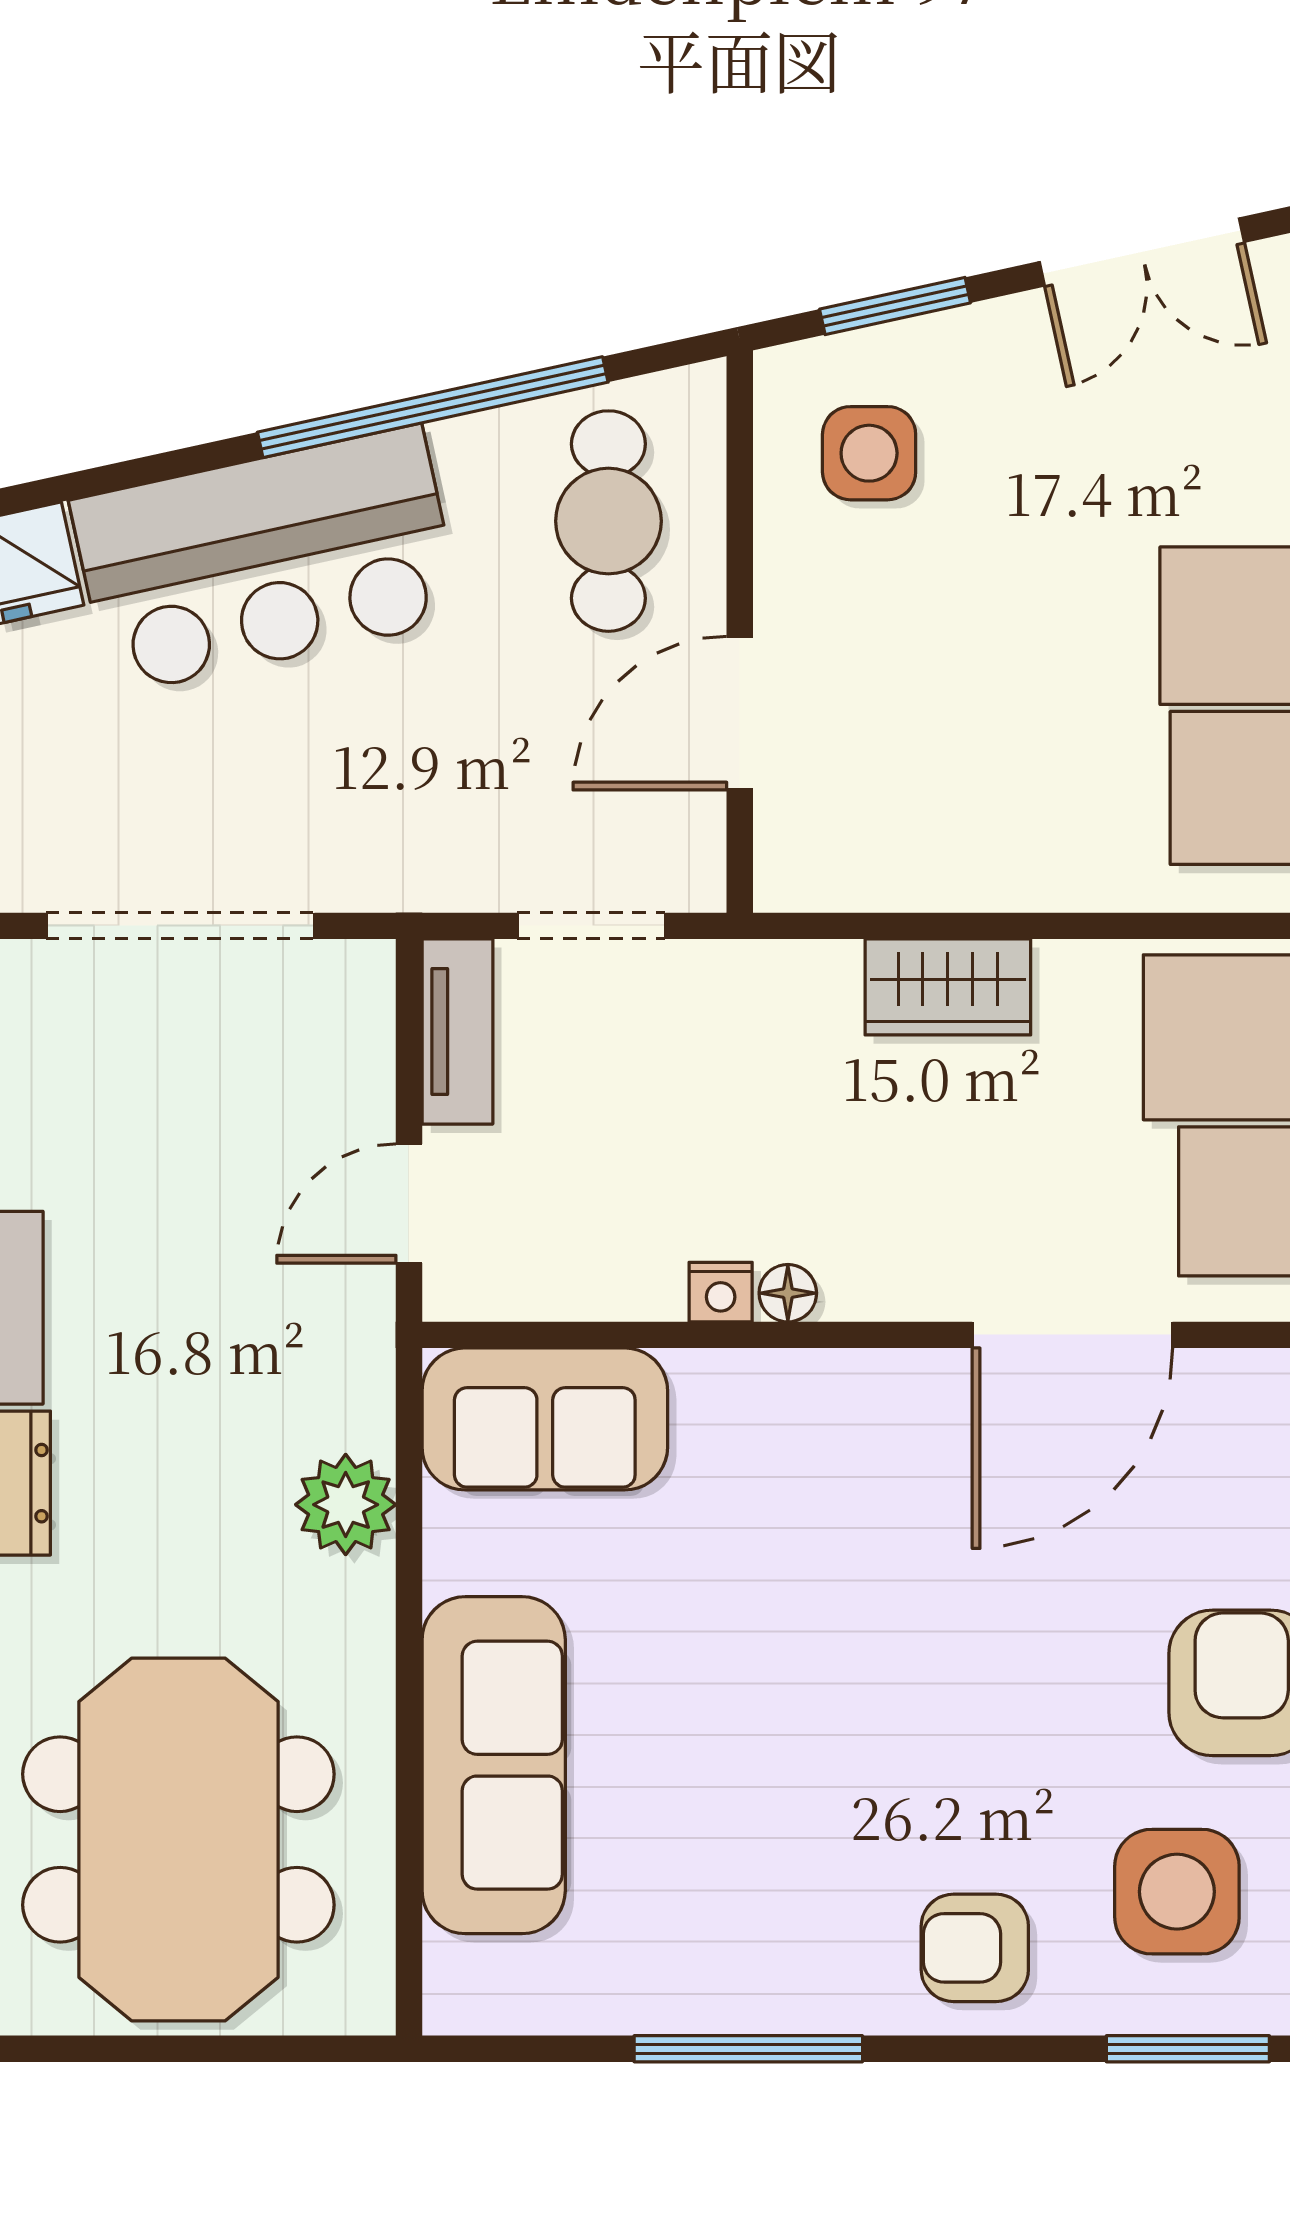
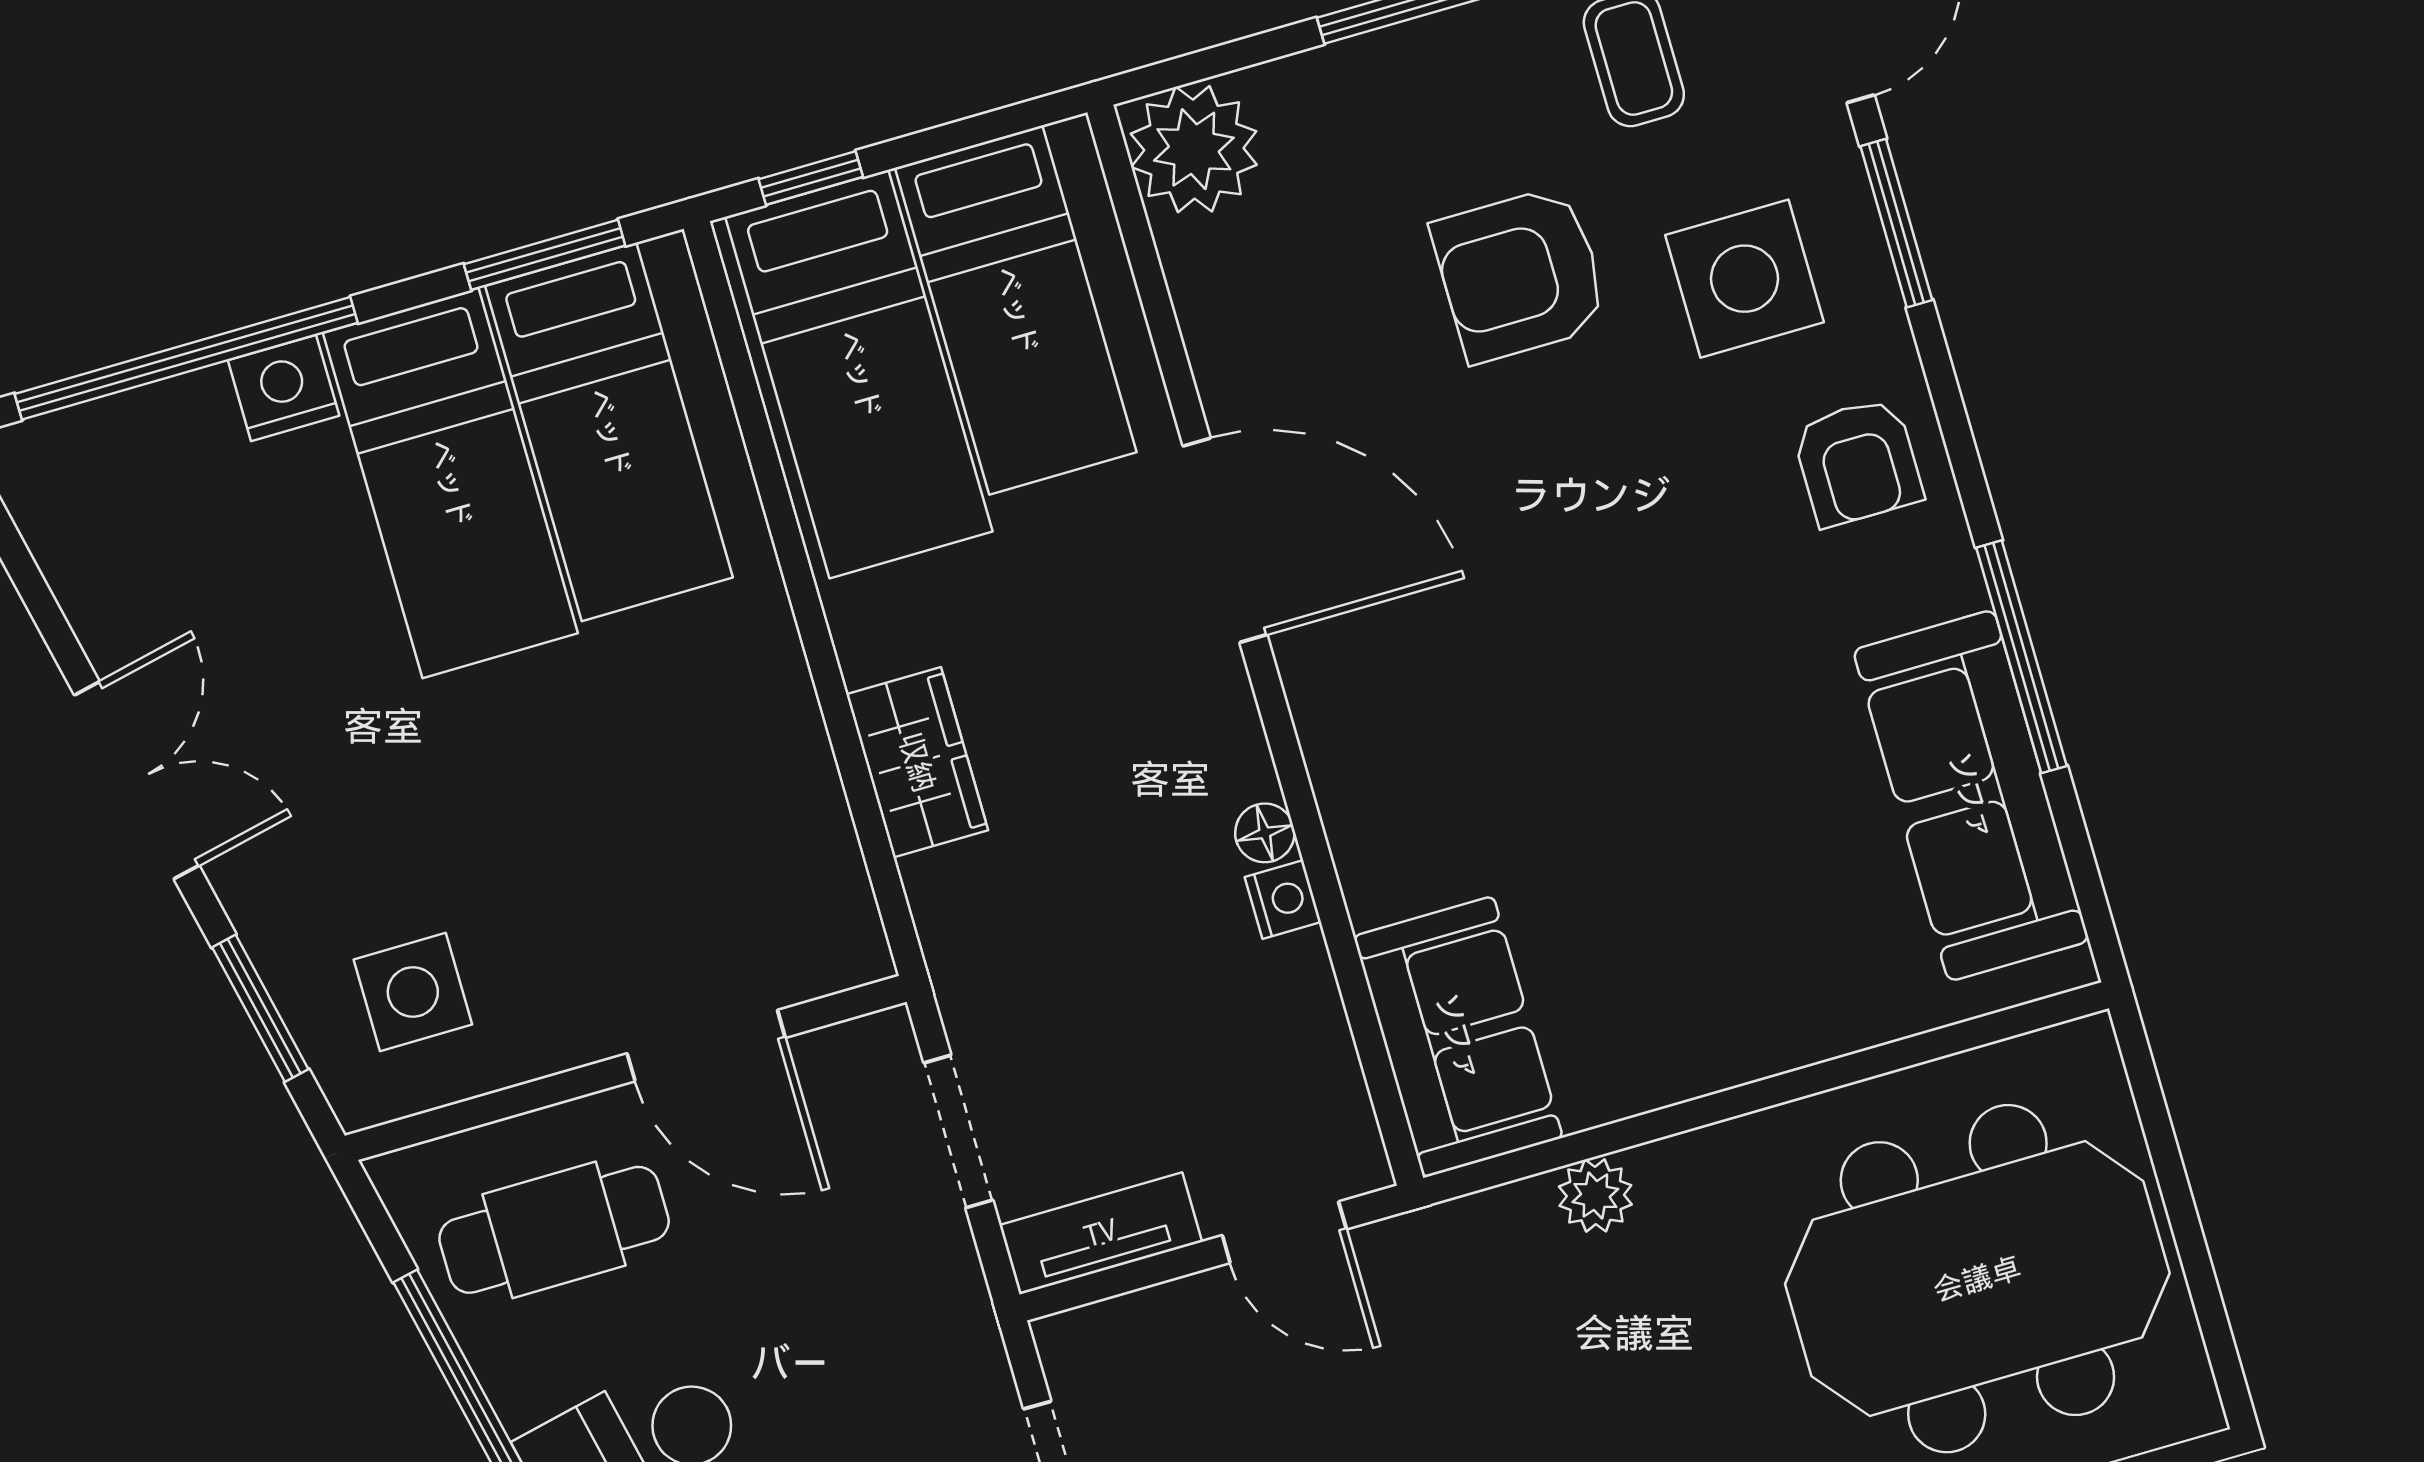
plant: (346, 1505) -> (1595, 1196), width x0.73, depth x0.73
sofa: (494, 1765) -> (1971, 796), moved, turned -90

